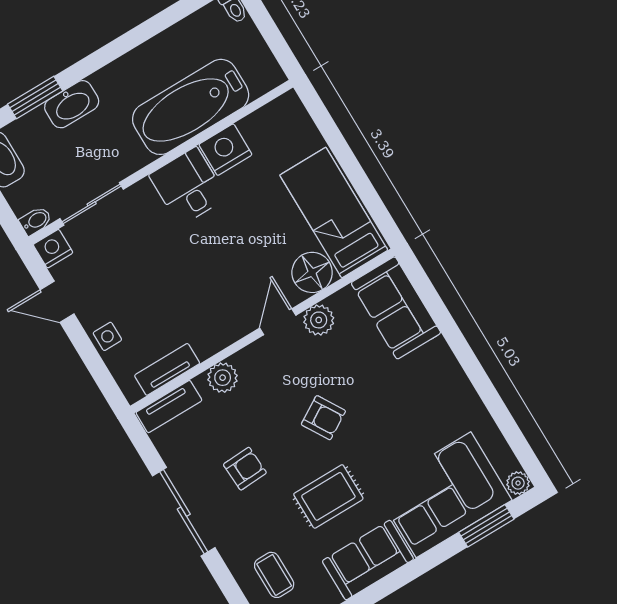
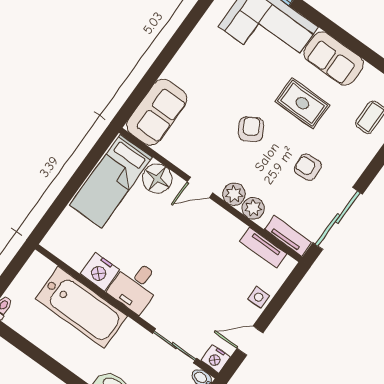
door: (57, 302) -> (250, 341), swing flipped
plant: (319, 320) -> (234, 194), moved
sliding door: (184, 512) -> (338, 219), moved

